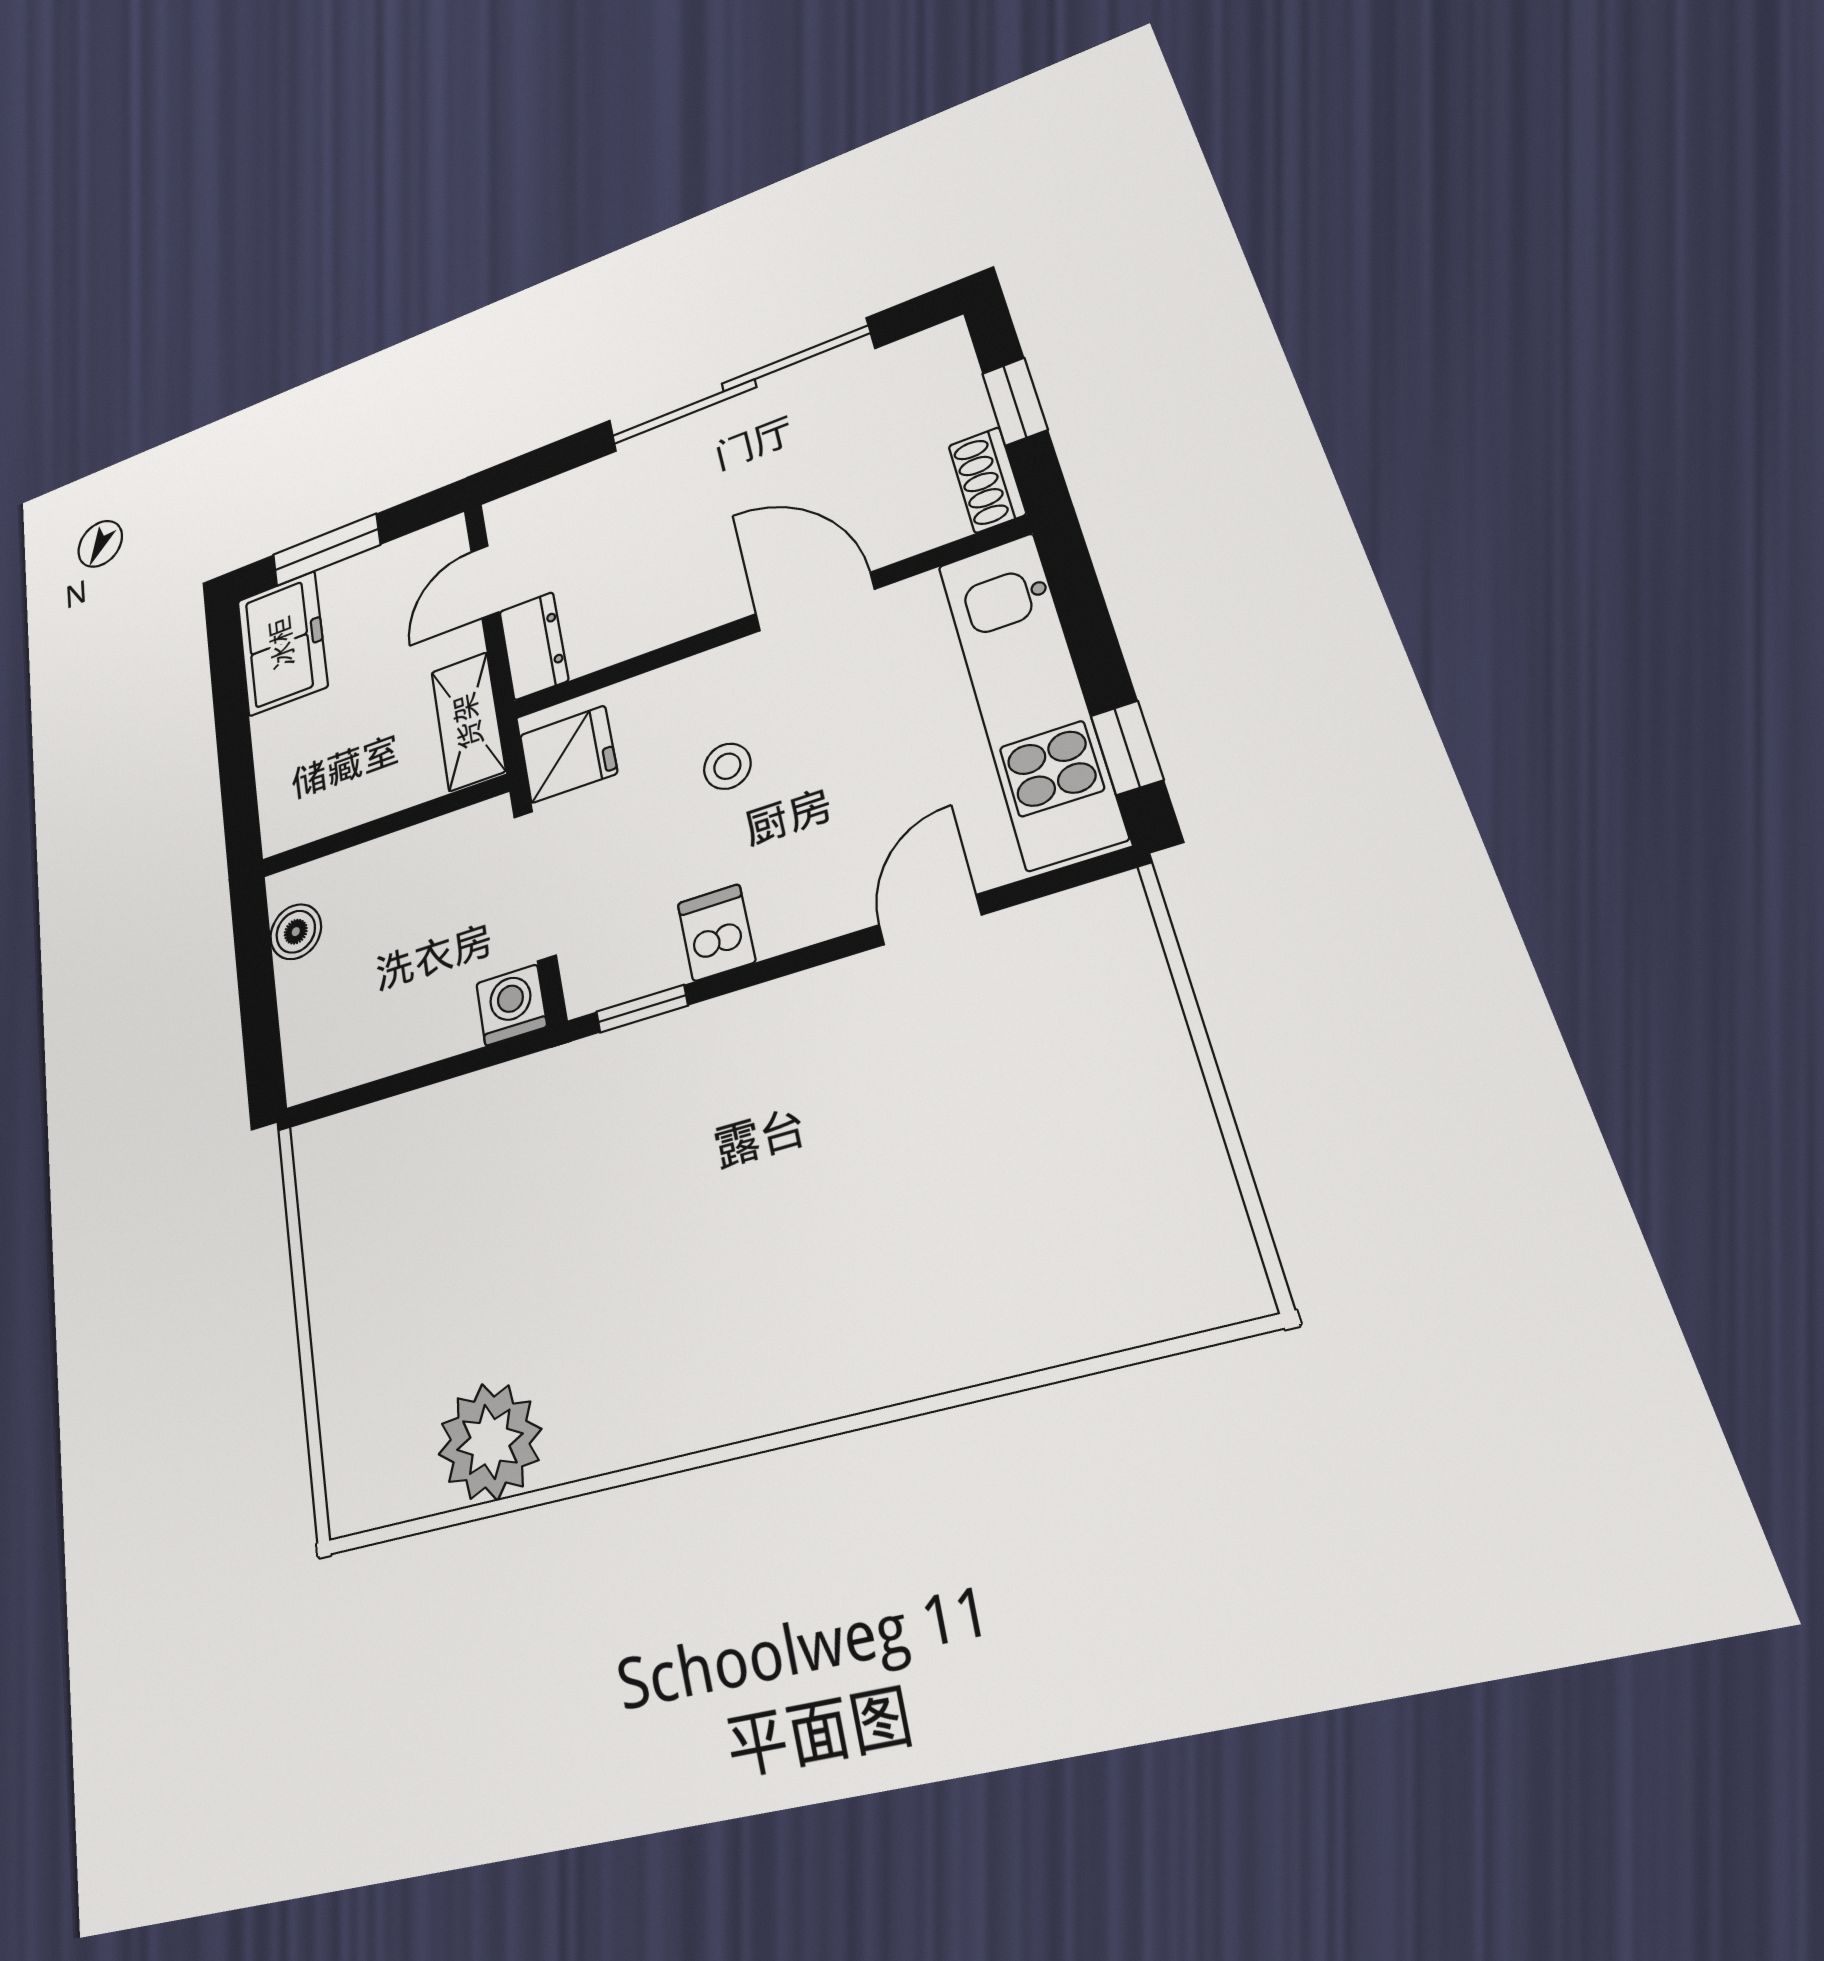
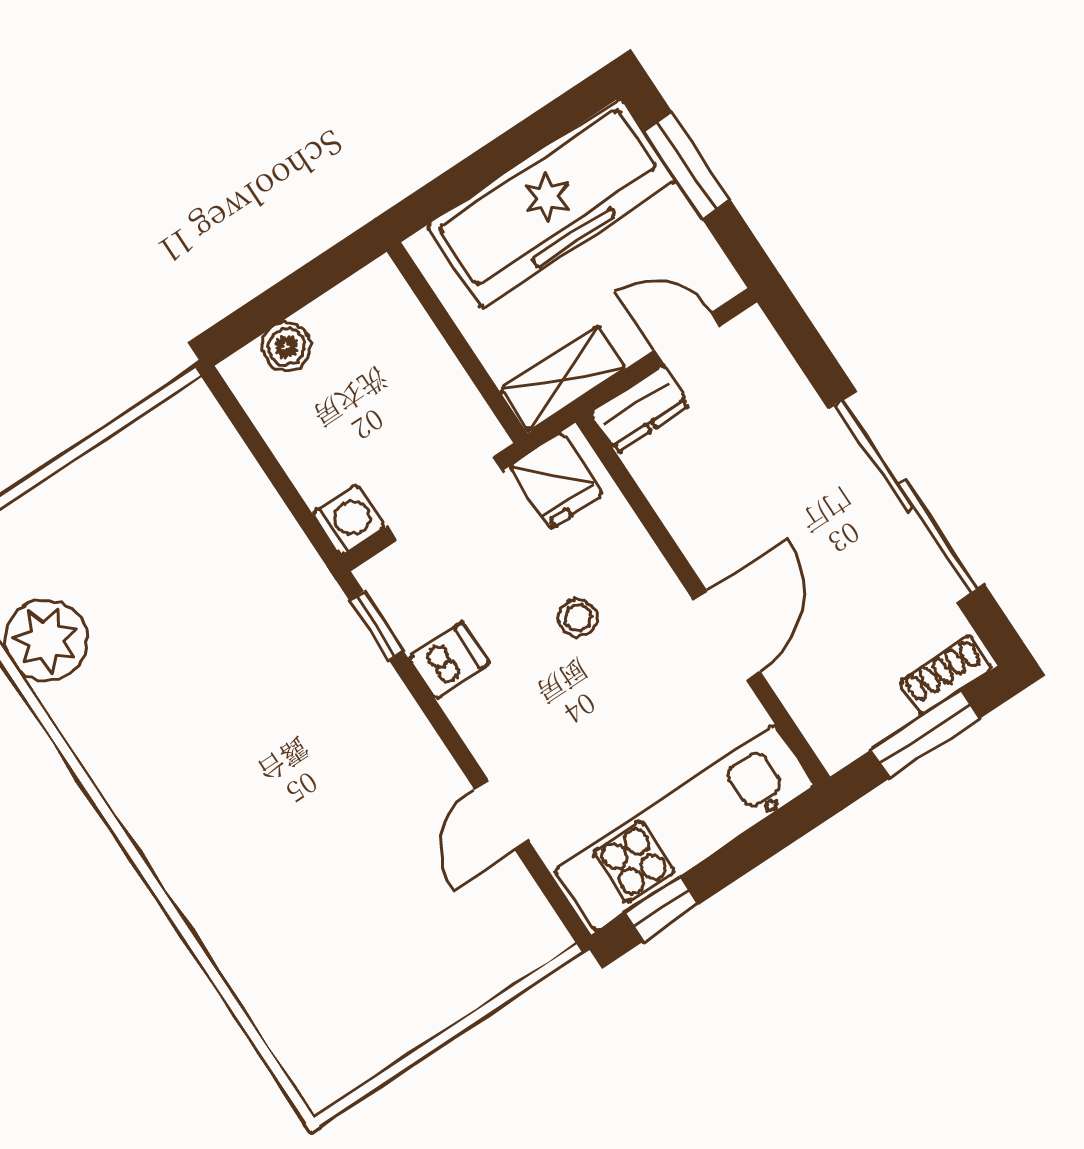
window: (1015, 401) -> (925, 734), width x1.50
shoe rack: (987, 480) -> (946, 675), moved
freezer: (282, 643) -> (551, 203), width x1.91, depth x1.26
door: (930, 920) -> (501, 814), swing flipped
boiler: (296, 932) -> (286, 347), moved

